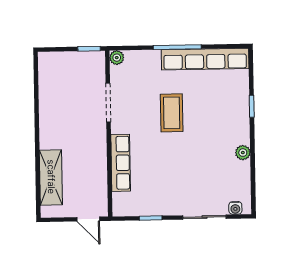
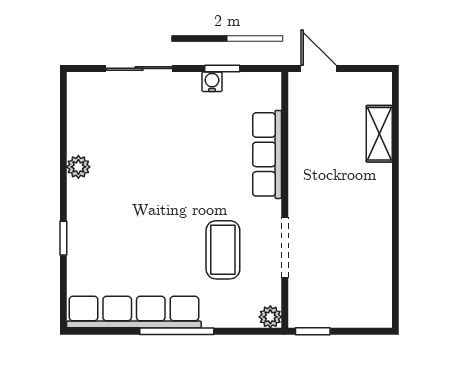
coffee table: (172, 113) -> (223, 250), moved
shelving: (51, 177) -> (379, 134), width x0.67, depth x0.75
water cooler: (235, 208) -> (212, 82), moved

